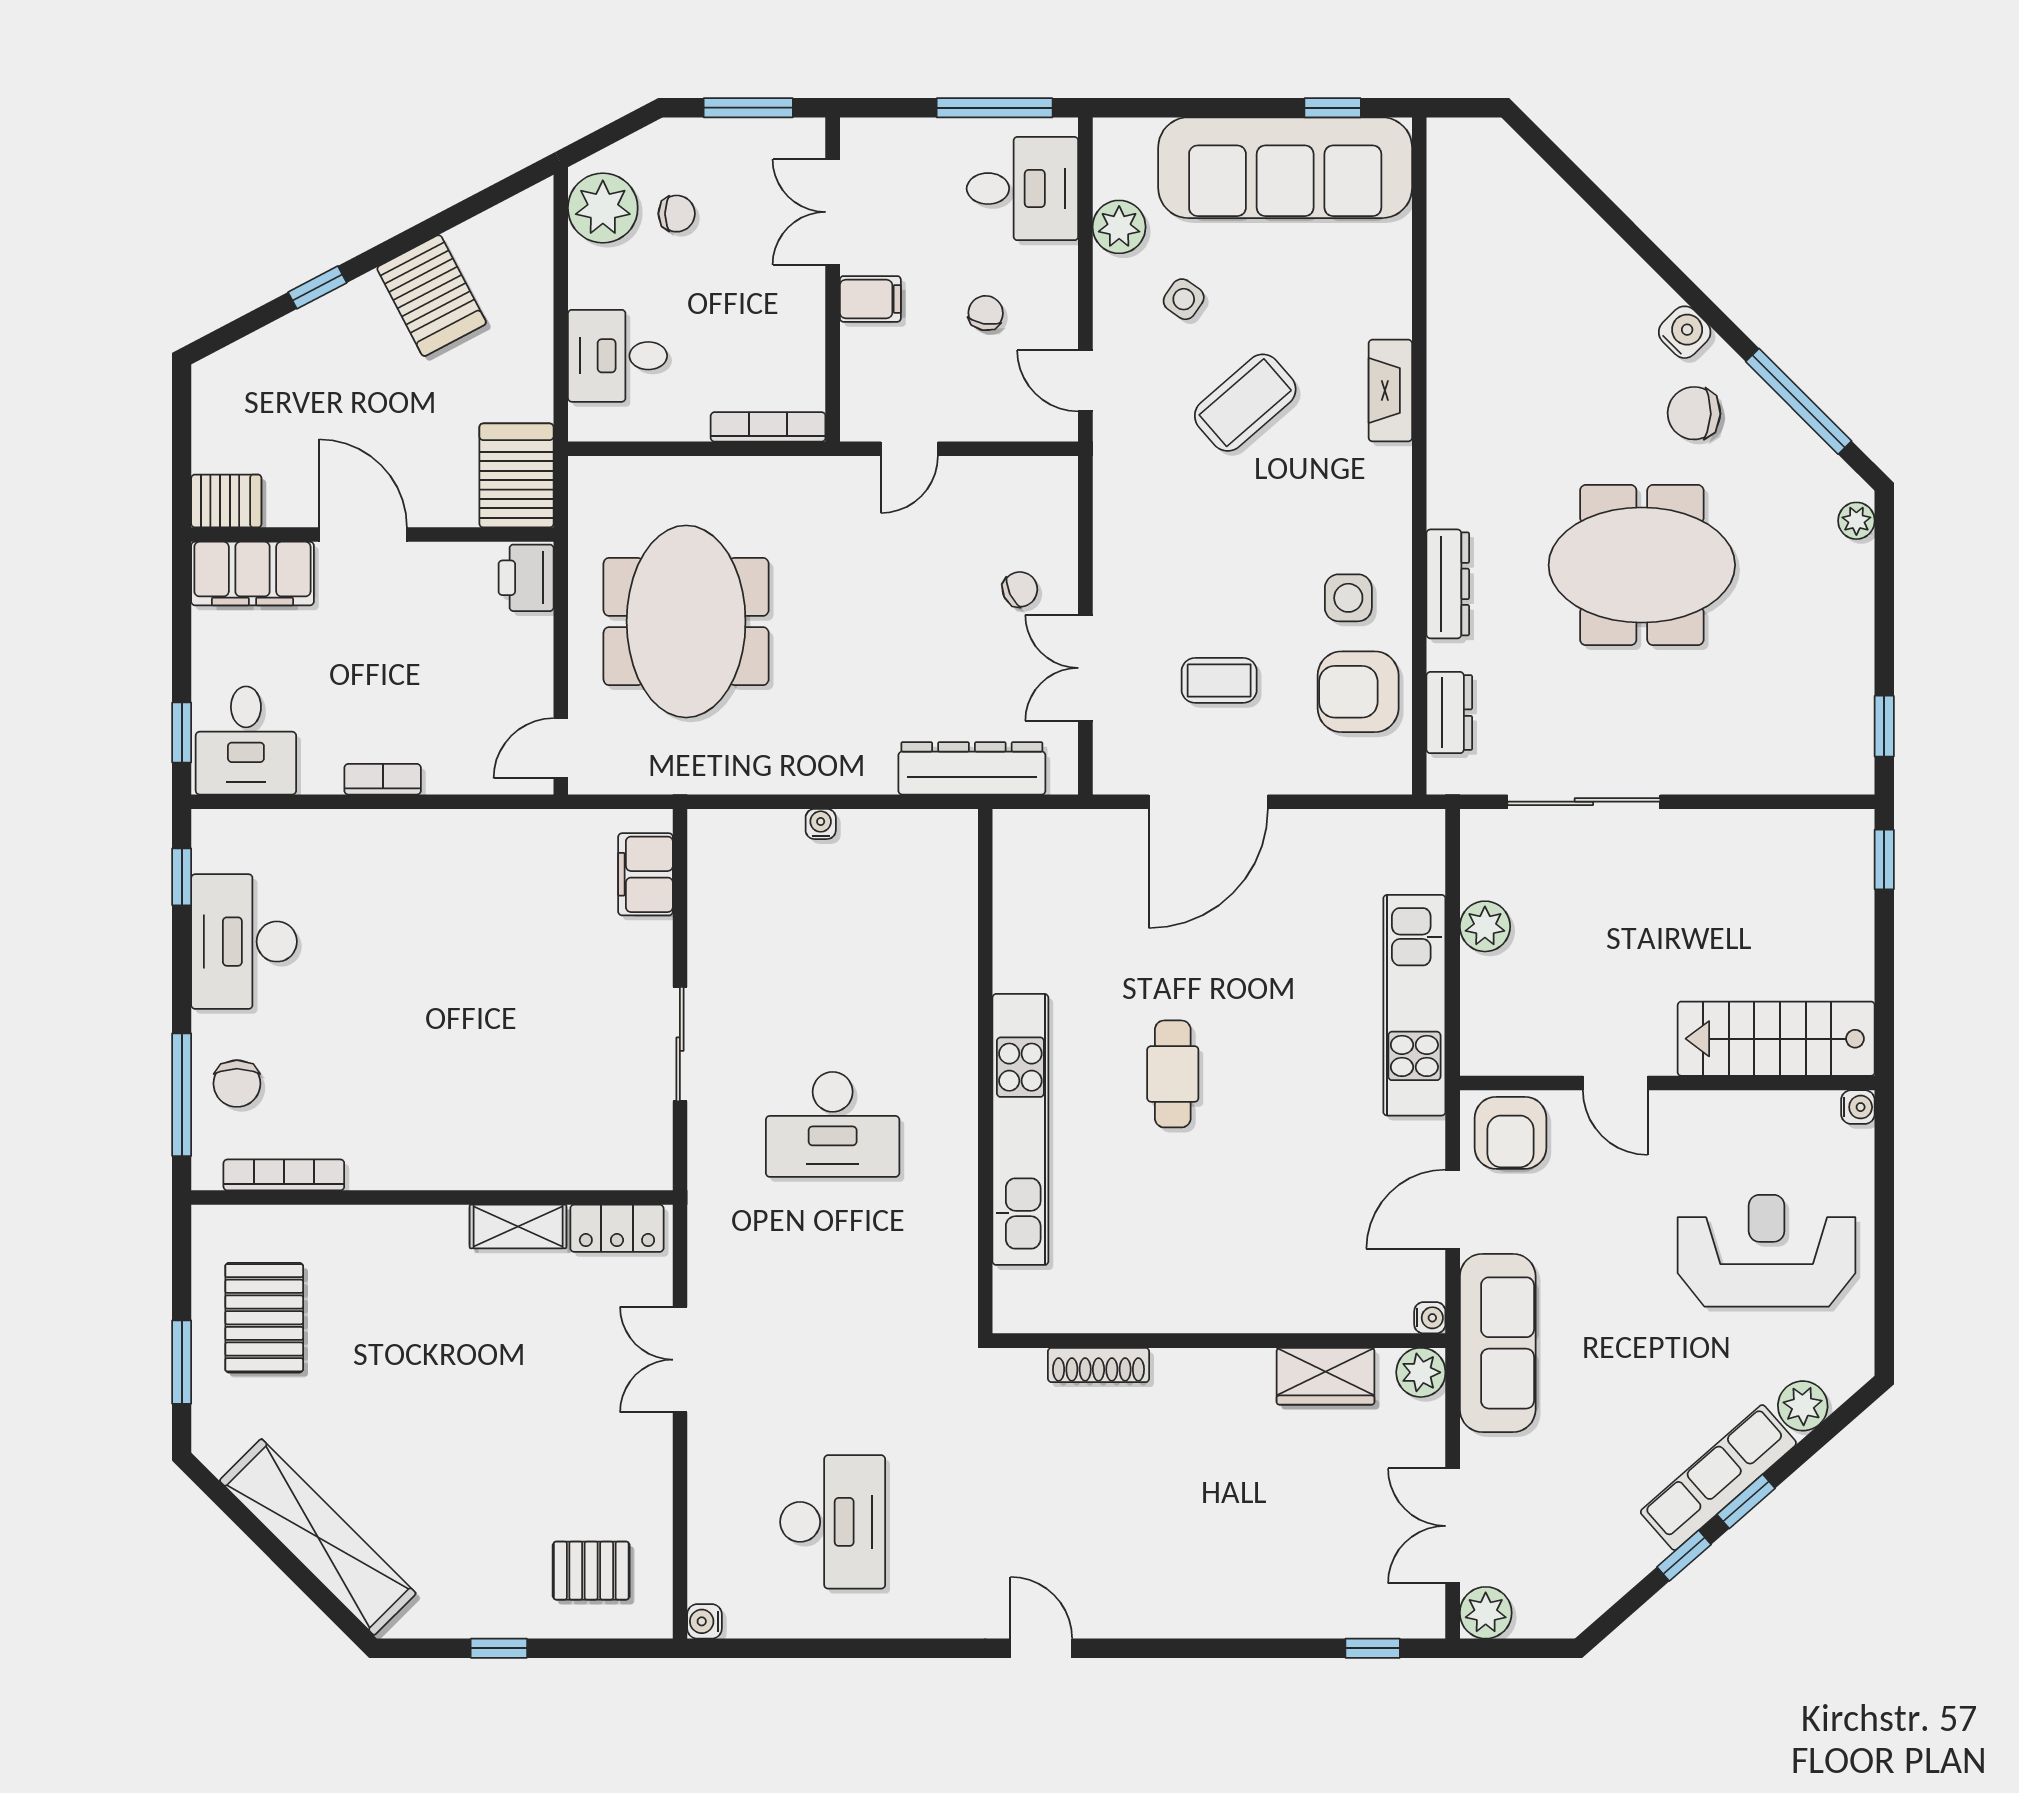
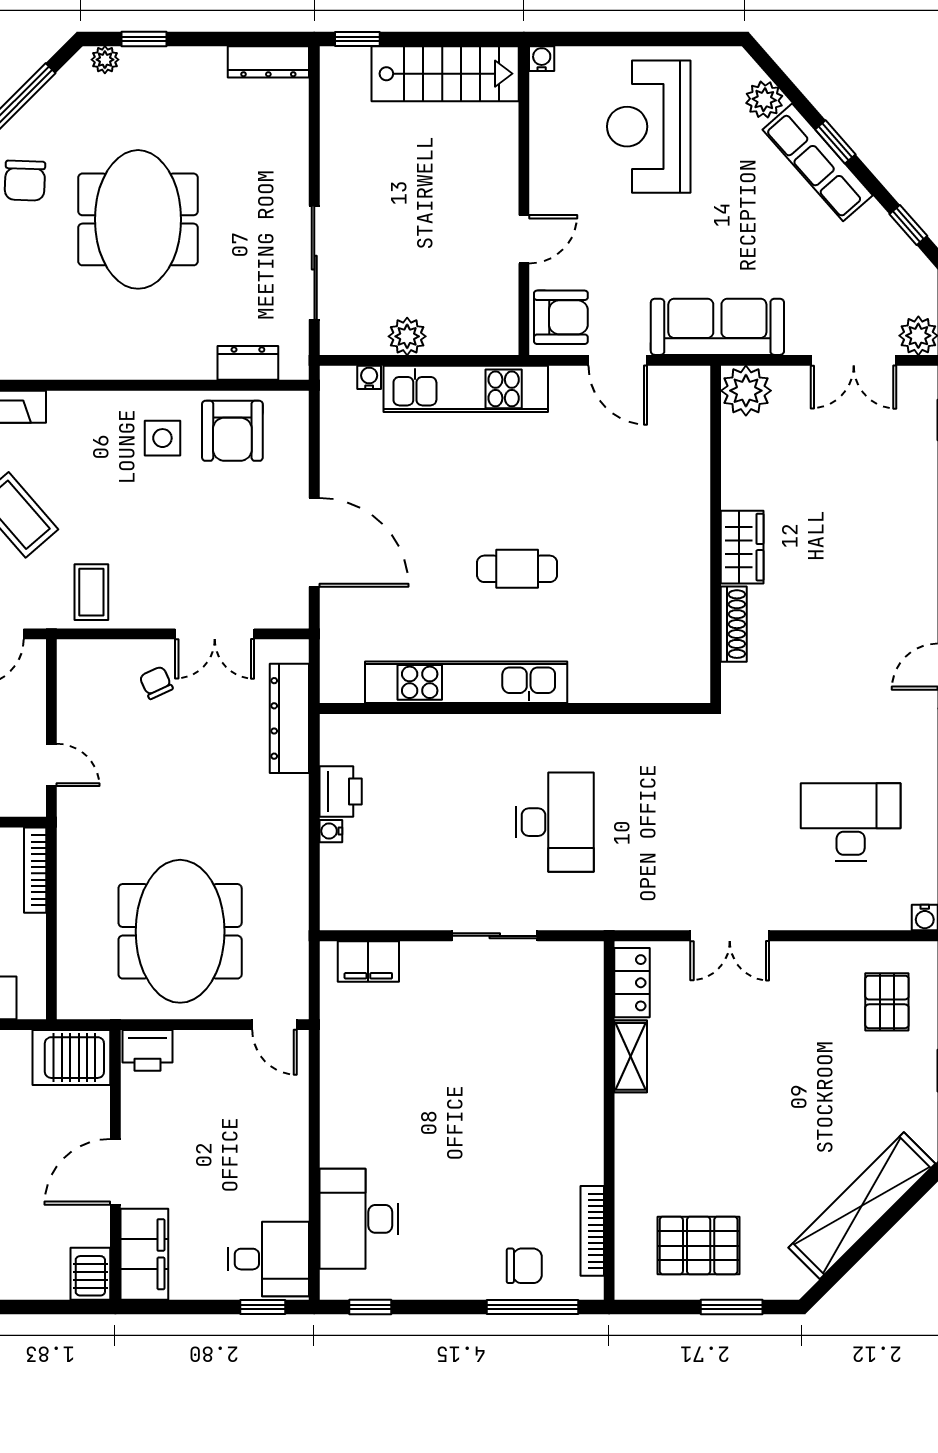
dresser: (1448, 584) -> (268, 62), moved, turned 180
meeting table: (686, 621) -> (180, 931), turned 90
coffee table: (1219, 680) -> (91, 592), moved
window: (1884, 726) -> (144, 39), moved
bookcase: (383, 779) -> (298, 1157), removed
printer: (874, 837) -> (341, 791), added
desk: (244, 942) -> (359, 1219), moved, turned 90
stairs: (1776, 1039) -> (445, 74), moved, turned -90
kitchen unit: (1020, 1129) -> (466, 682), moved
water cooler: (1430, 1318) -> (369, 377), moved
plant: (1421, 1372) -> (746, 391), width x1.36, depth x1.36
wardrobe: (1326, 1376) -> (742, 547), moved
window: (1684, 1556) -> (908, 225), moved

